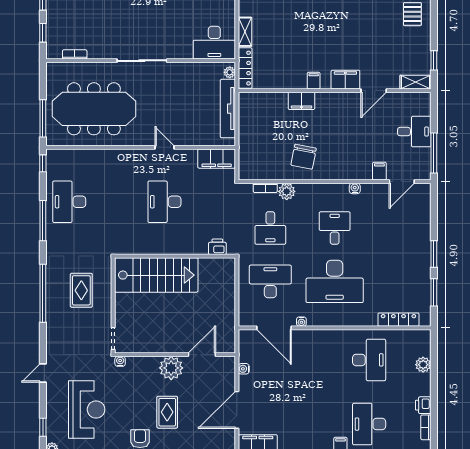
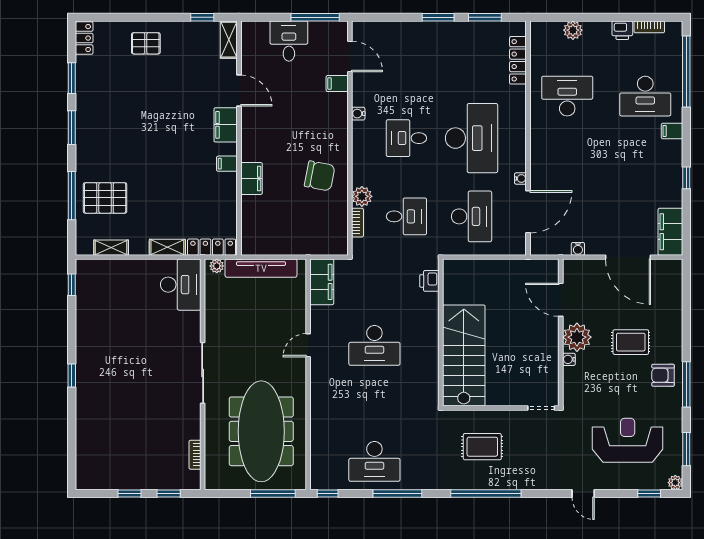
desk: (270, 281) -> (472, 216), turned 180
water cooler: (120, 361) -> (569, 359), moved

